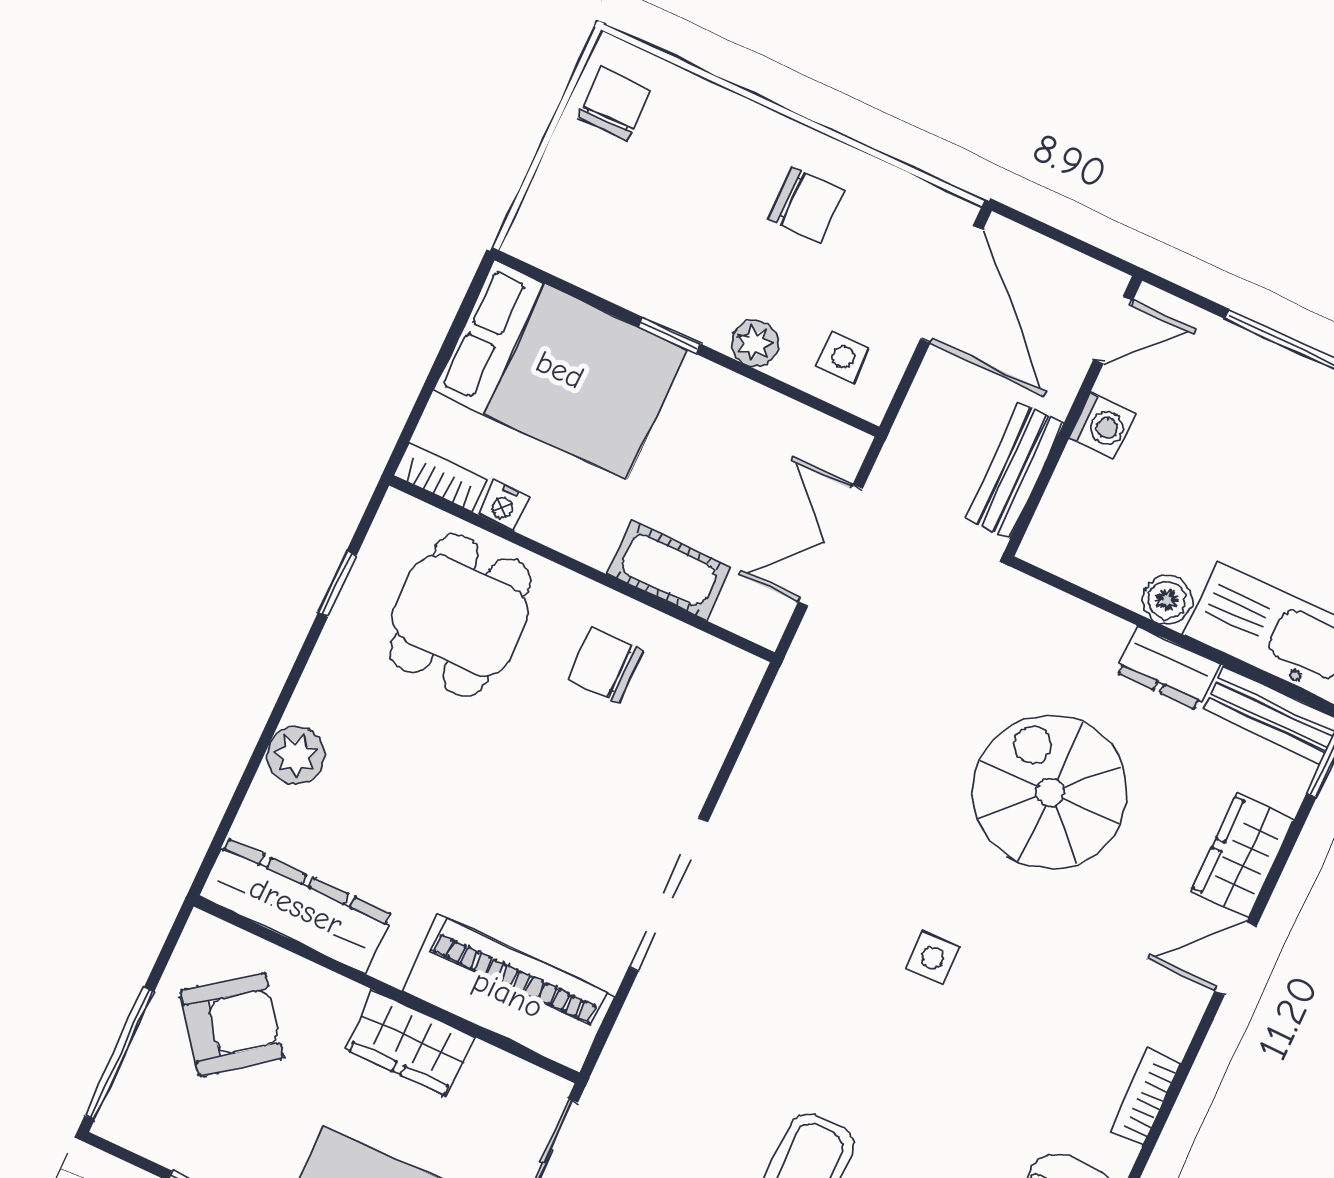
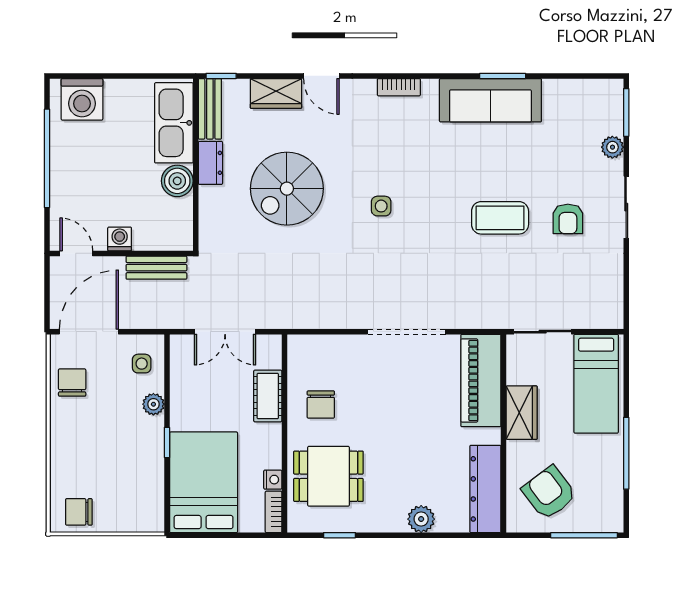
chair: (806, 205) -> (72, 383), moved
boiler: (1167, 600) -> (177, 181), width x1.36, depth x1.36

